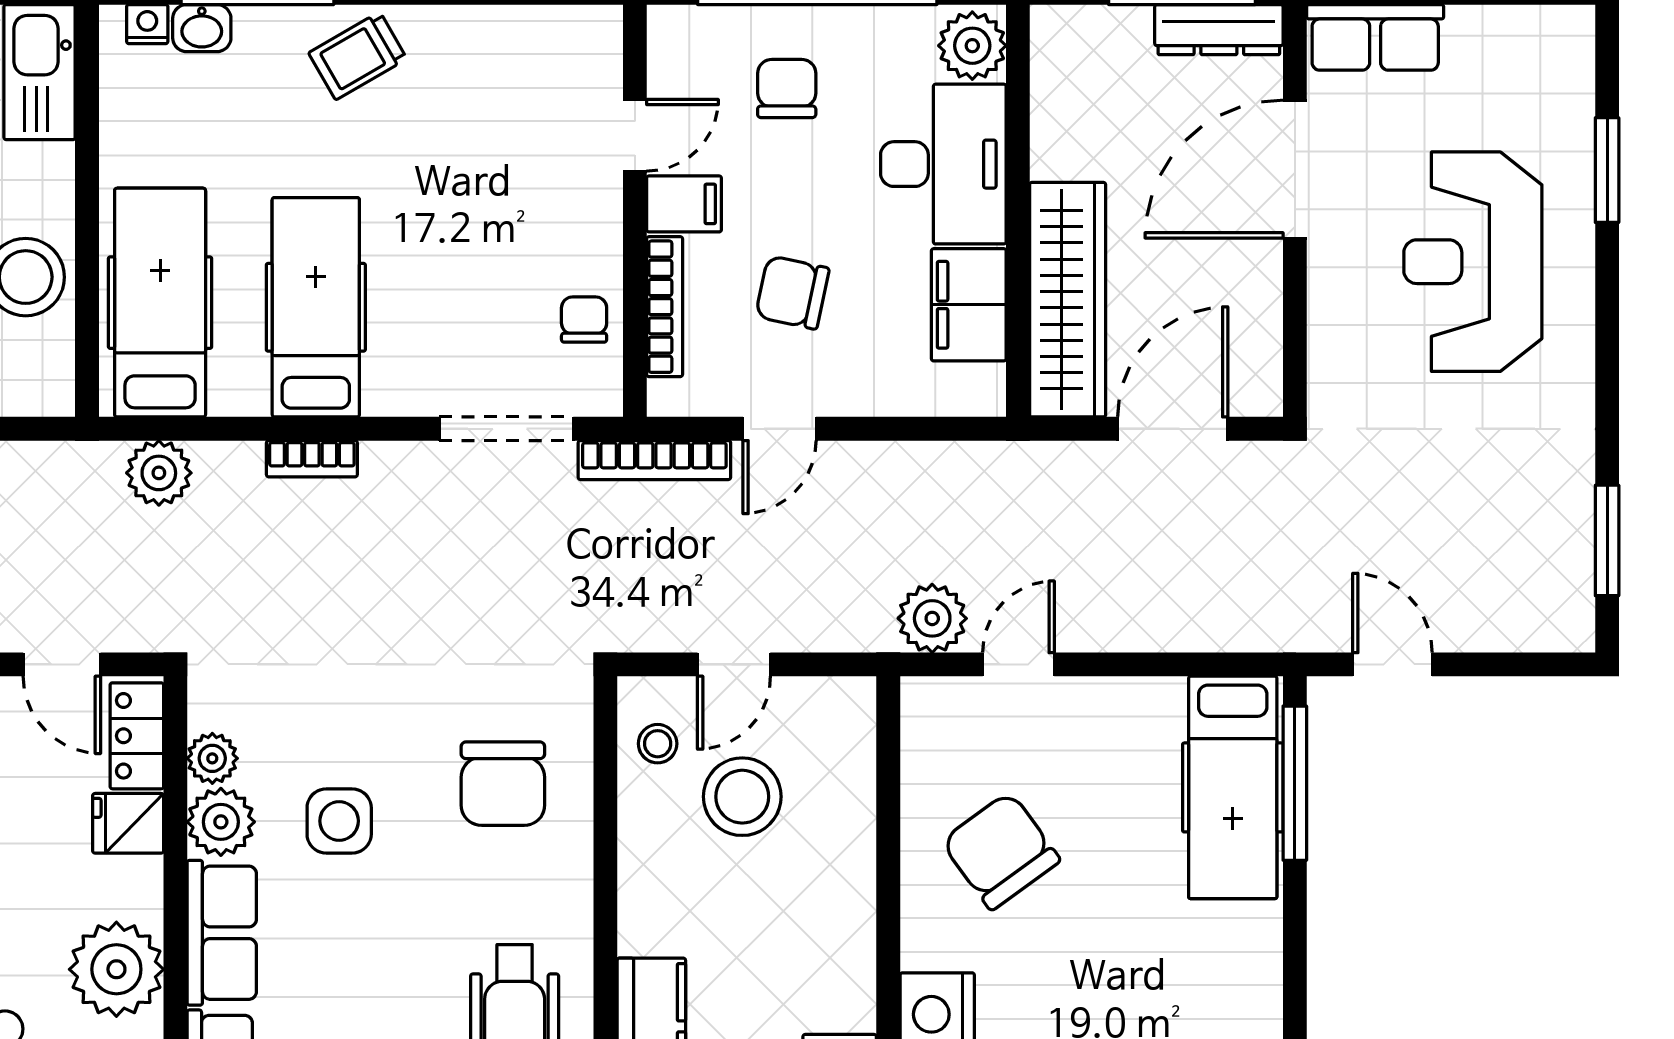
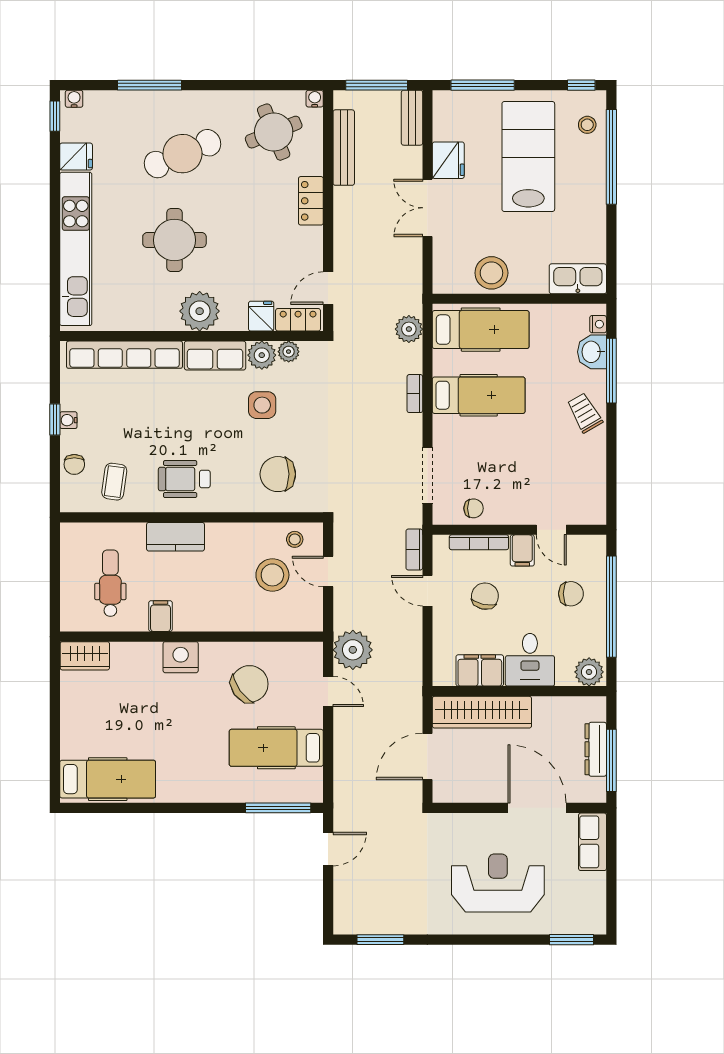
washbasin: (202, 28) -> (592, 352), width x1.38, depth x1.45
dresser: (1219, 30) -> (596, 749), moved
desk: (943, 164) -> (530, 660), width x0.73
window: (1607, 170) -> (571, 940), moved
door: (1173, 429) -> (427, 757), swing flipped
bookcase: (654, 460) -> (414, 550), width x0.64
plant: (932, 618) -> (353, 650), width x1.36, depth x1.36
hospital bed: (1233, 787) -> (276, 748), moved

